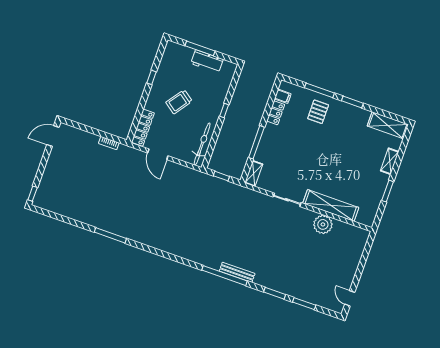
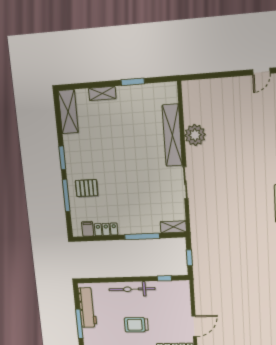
workbench: (207, 61) -> (87, 308), width x1.37
trolley: (179, 102) -> (136, 325), turned 144
window: (224, 110) -> (164, 278), moved
bicycle: (202, 144) -> (132, 289), moved

